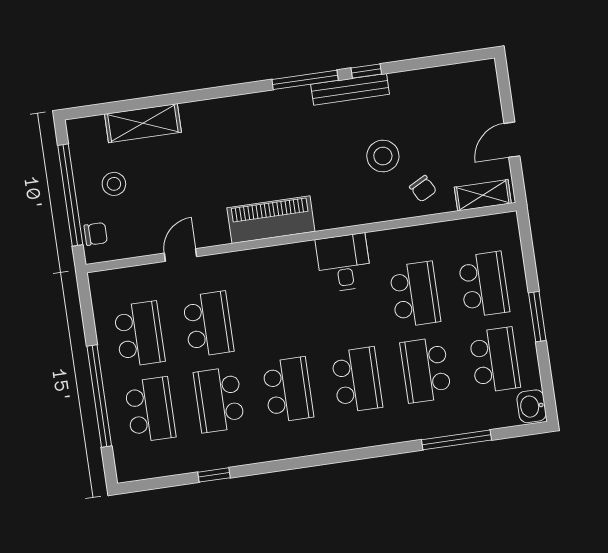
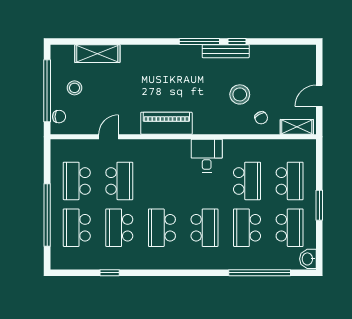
school desk: (139, 334) -> (77, 181), turned 180
school desk: (288, 390) -> (162, 228), turned 180
school desk: (150, 410) -> (77, 228), turned 180
window: (457, 440) -> (260, 273), width x1.46

